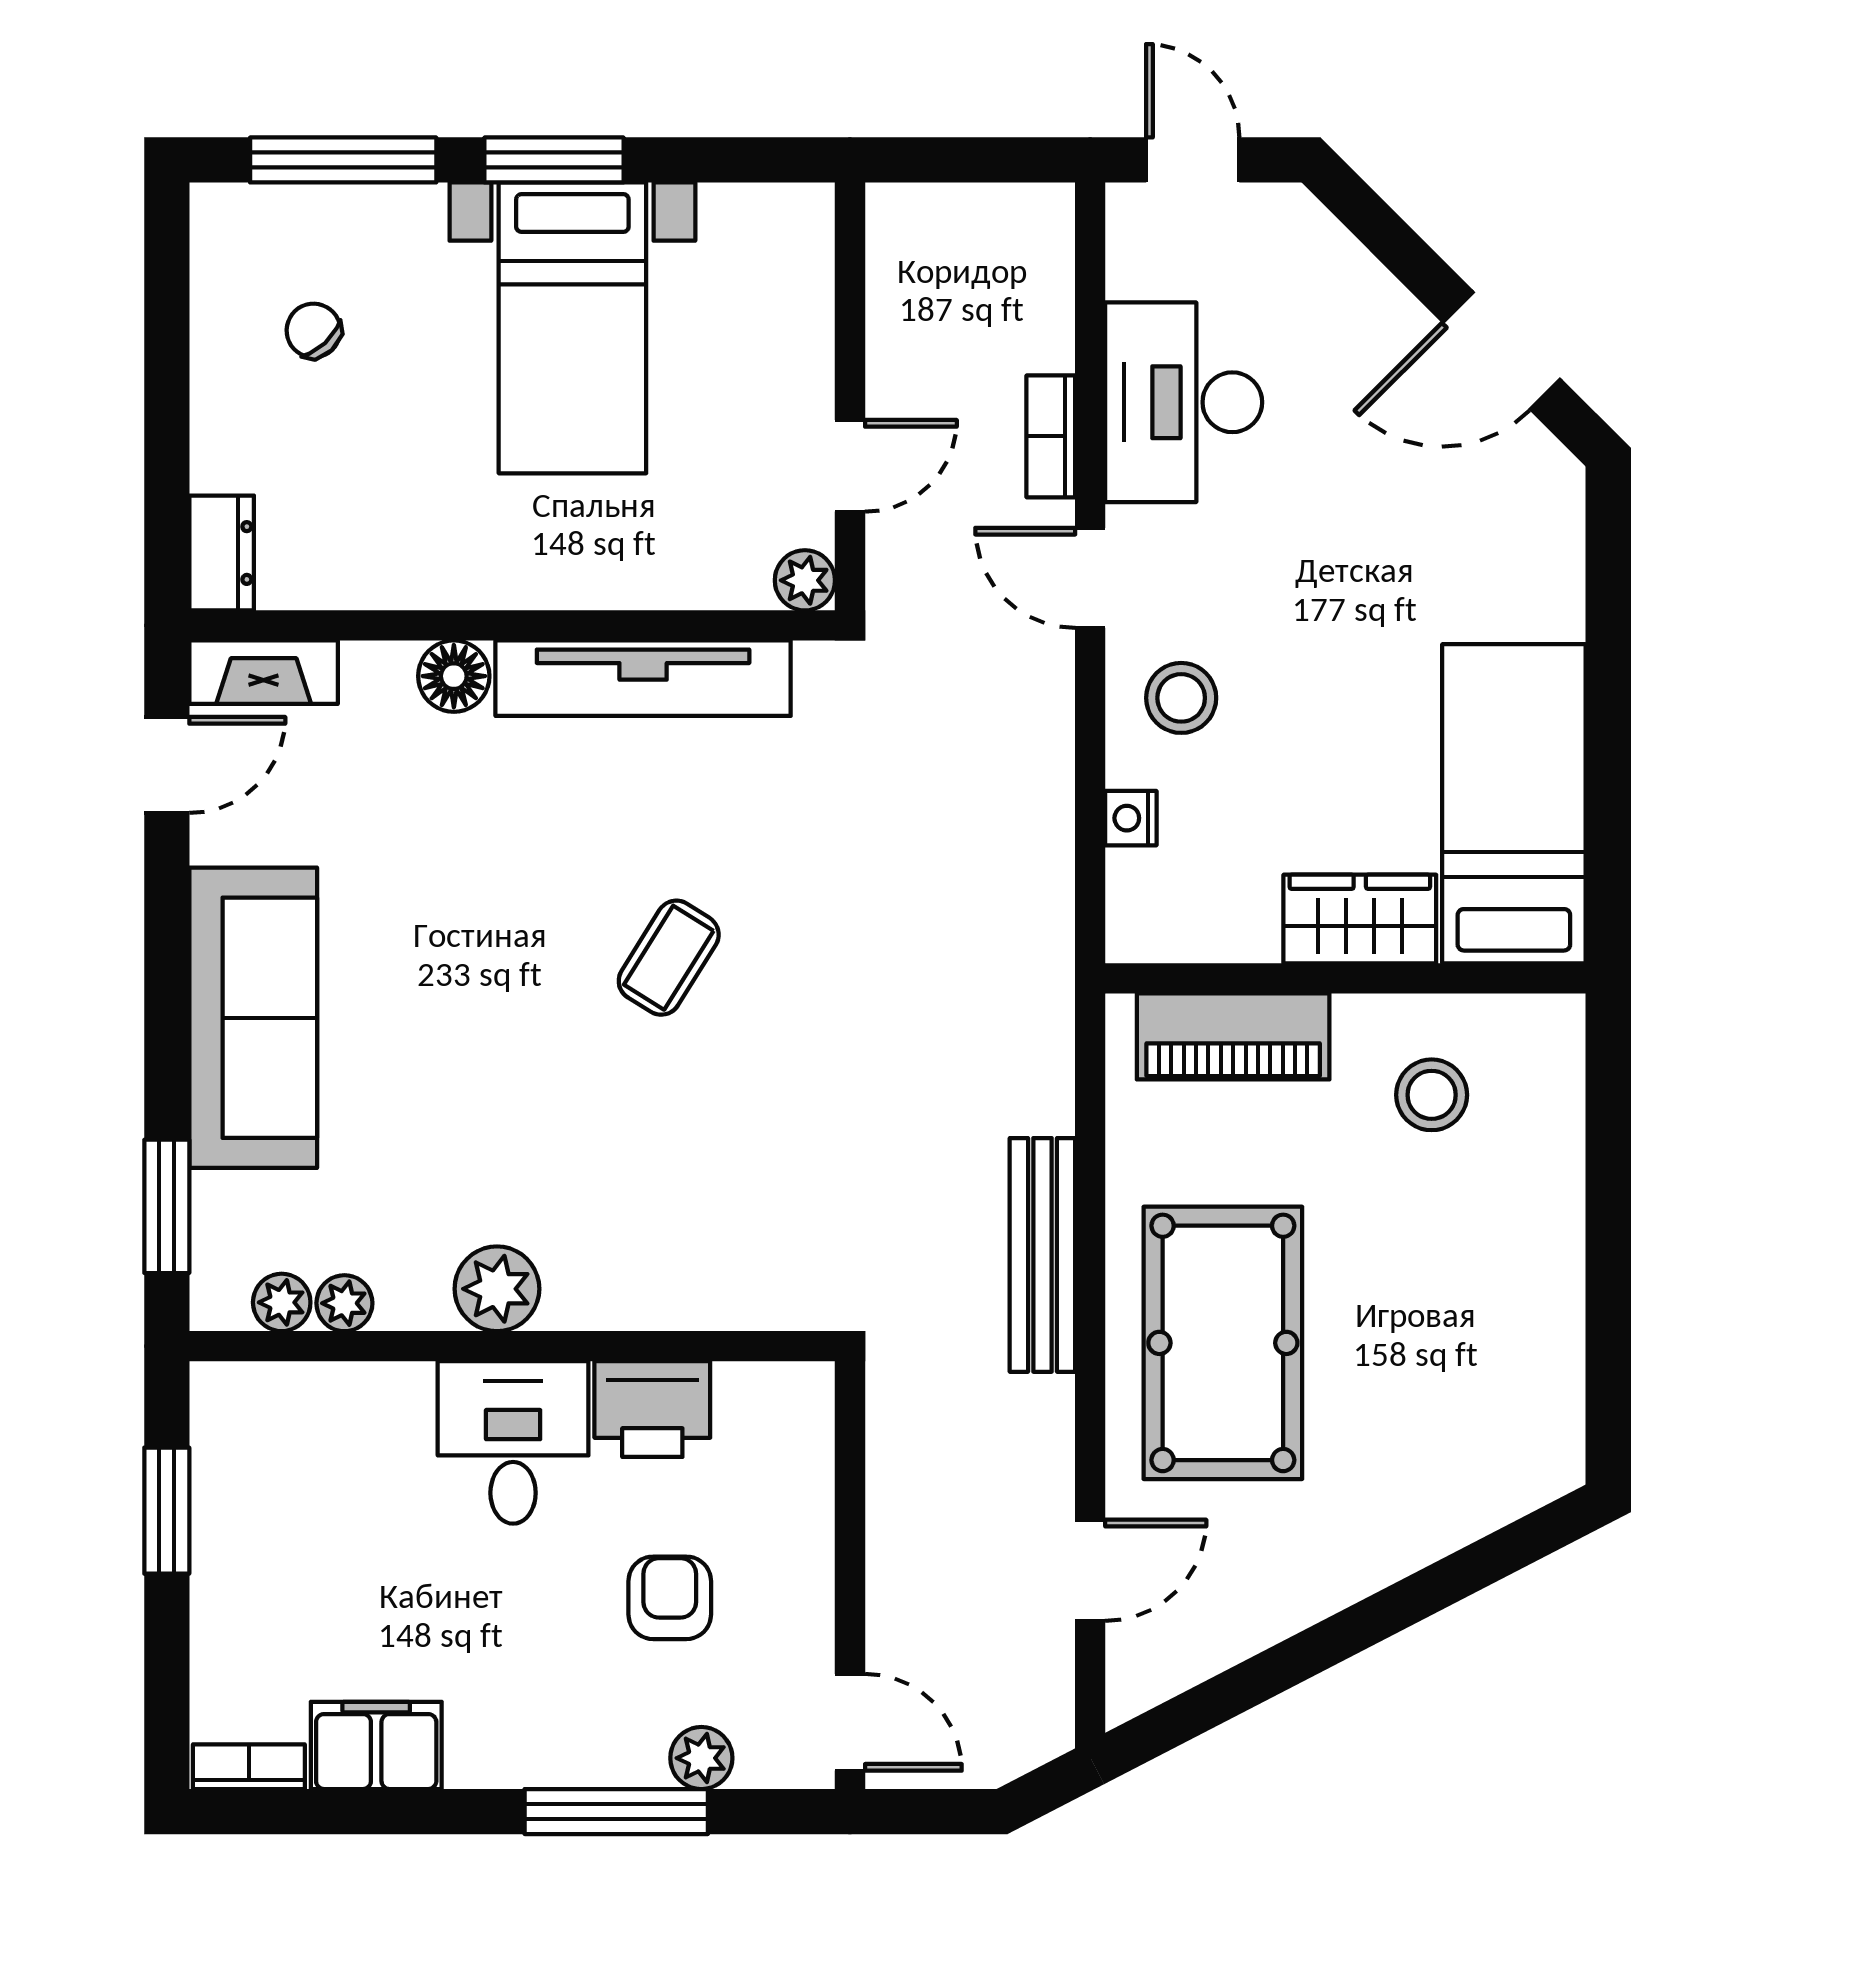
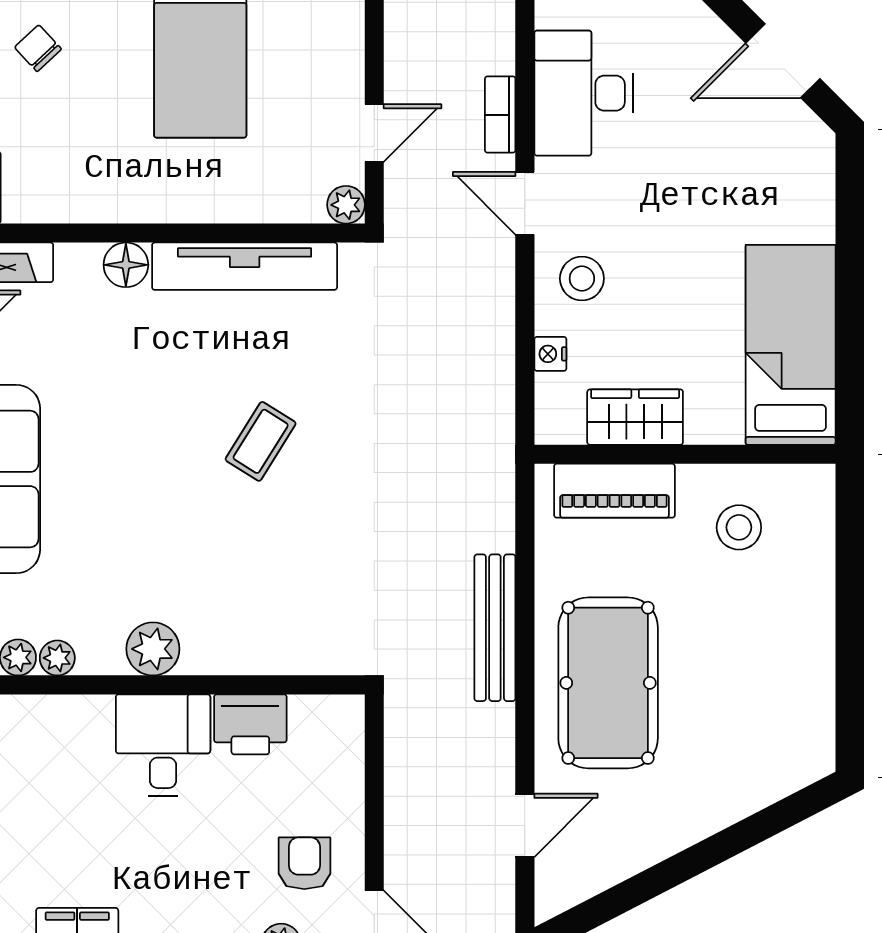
wardrobe: (1360, 919) -> (635, 417), moved
armchair: (670, 1598) -> (304, 863), moved

